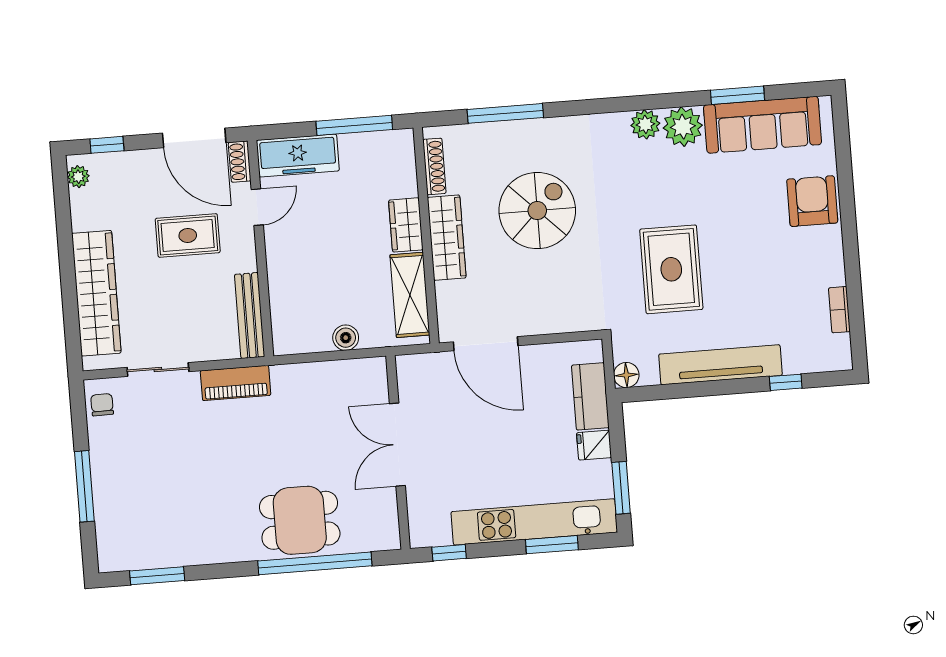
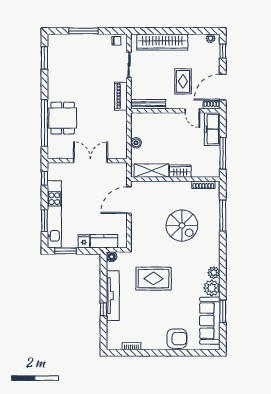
wardrobe: (447, 238) -> (174, 188), removed
window: (786, 382) -> (103, 309), moved

